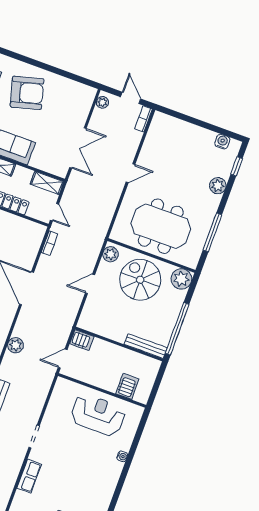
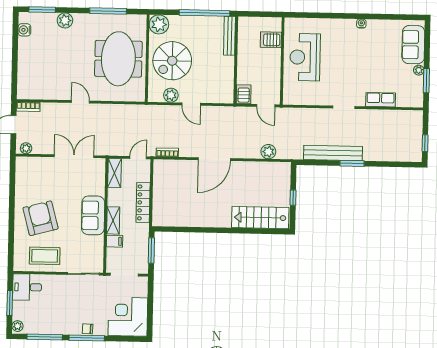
window: (237, 166) -> (42, 10), width x1.50
plant: (110, 254) -> (171, 95), moved
water cooler: (122, 456) -> (361, 24), moved

